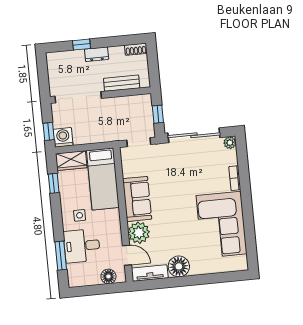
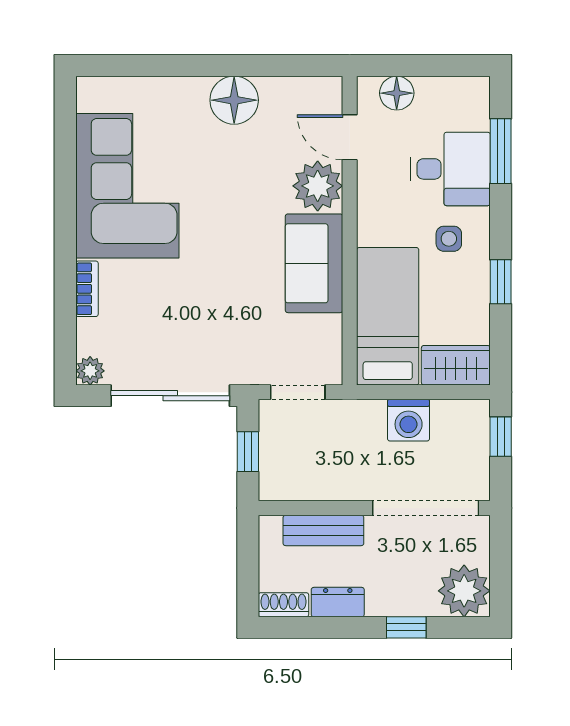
dresser: (97, 54) -> (338, 602), moved
plant: (58, 63) -> (464, 591), added
washing machine: (63, 137) -> (409, 420), moved
window: (54, 183) -> (501, 282), moved
tv unit: (150, 273) -> (302, 92), removed

